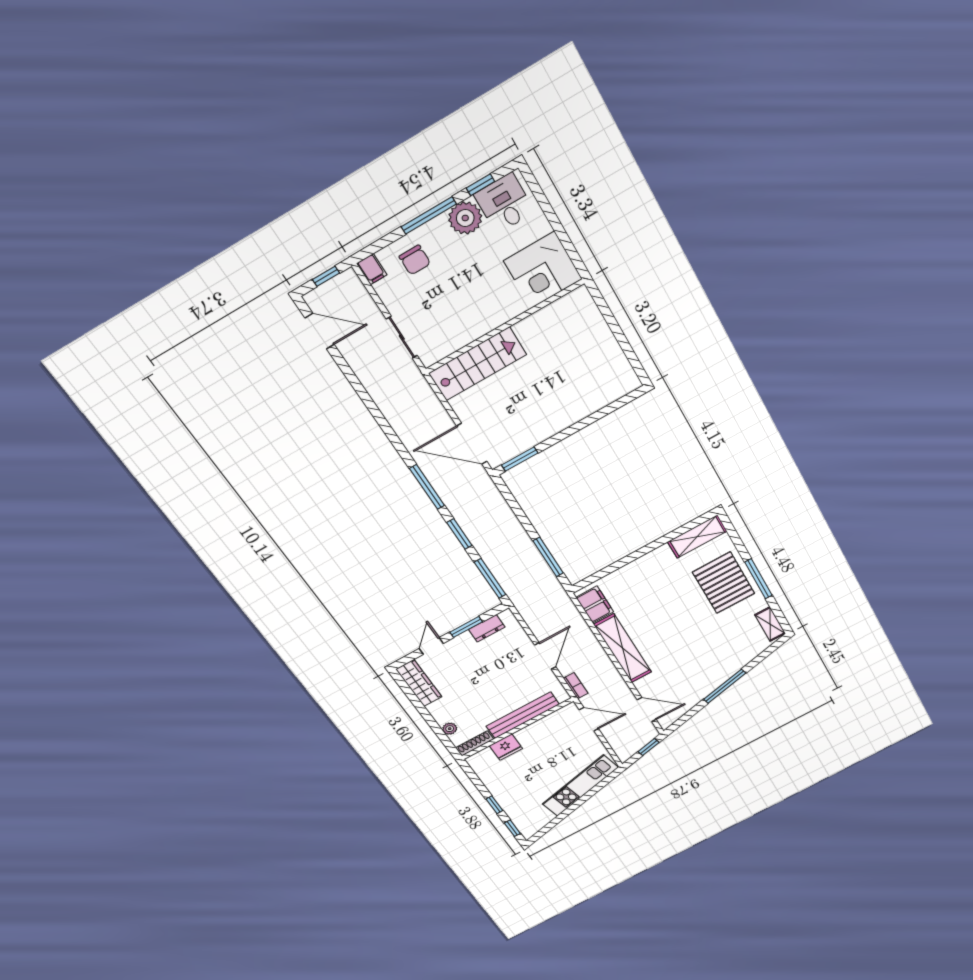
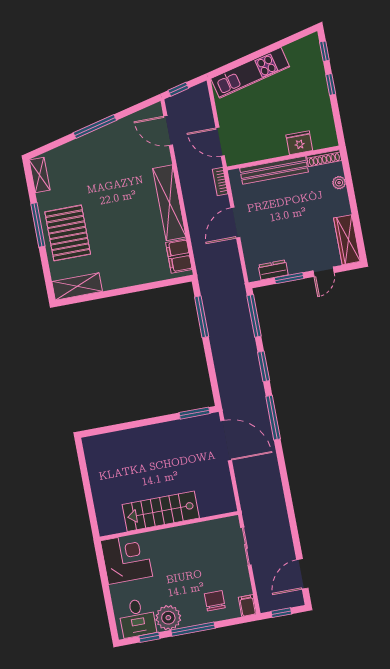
door: (320, 331) -> (302, 574), hinge flipped
stairs: (478, 364) -> (161, 511), moved

